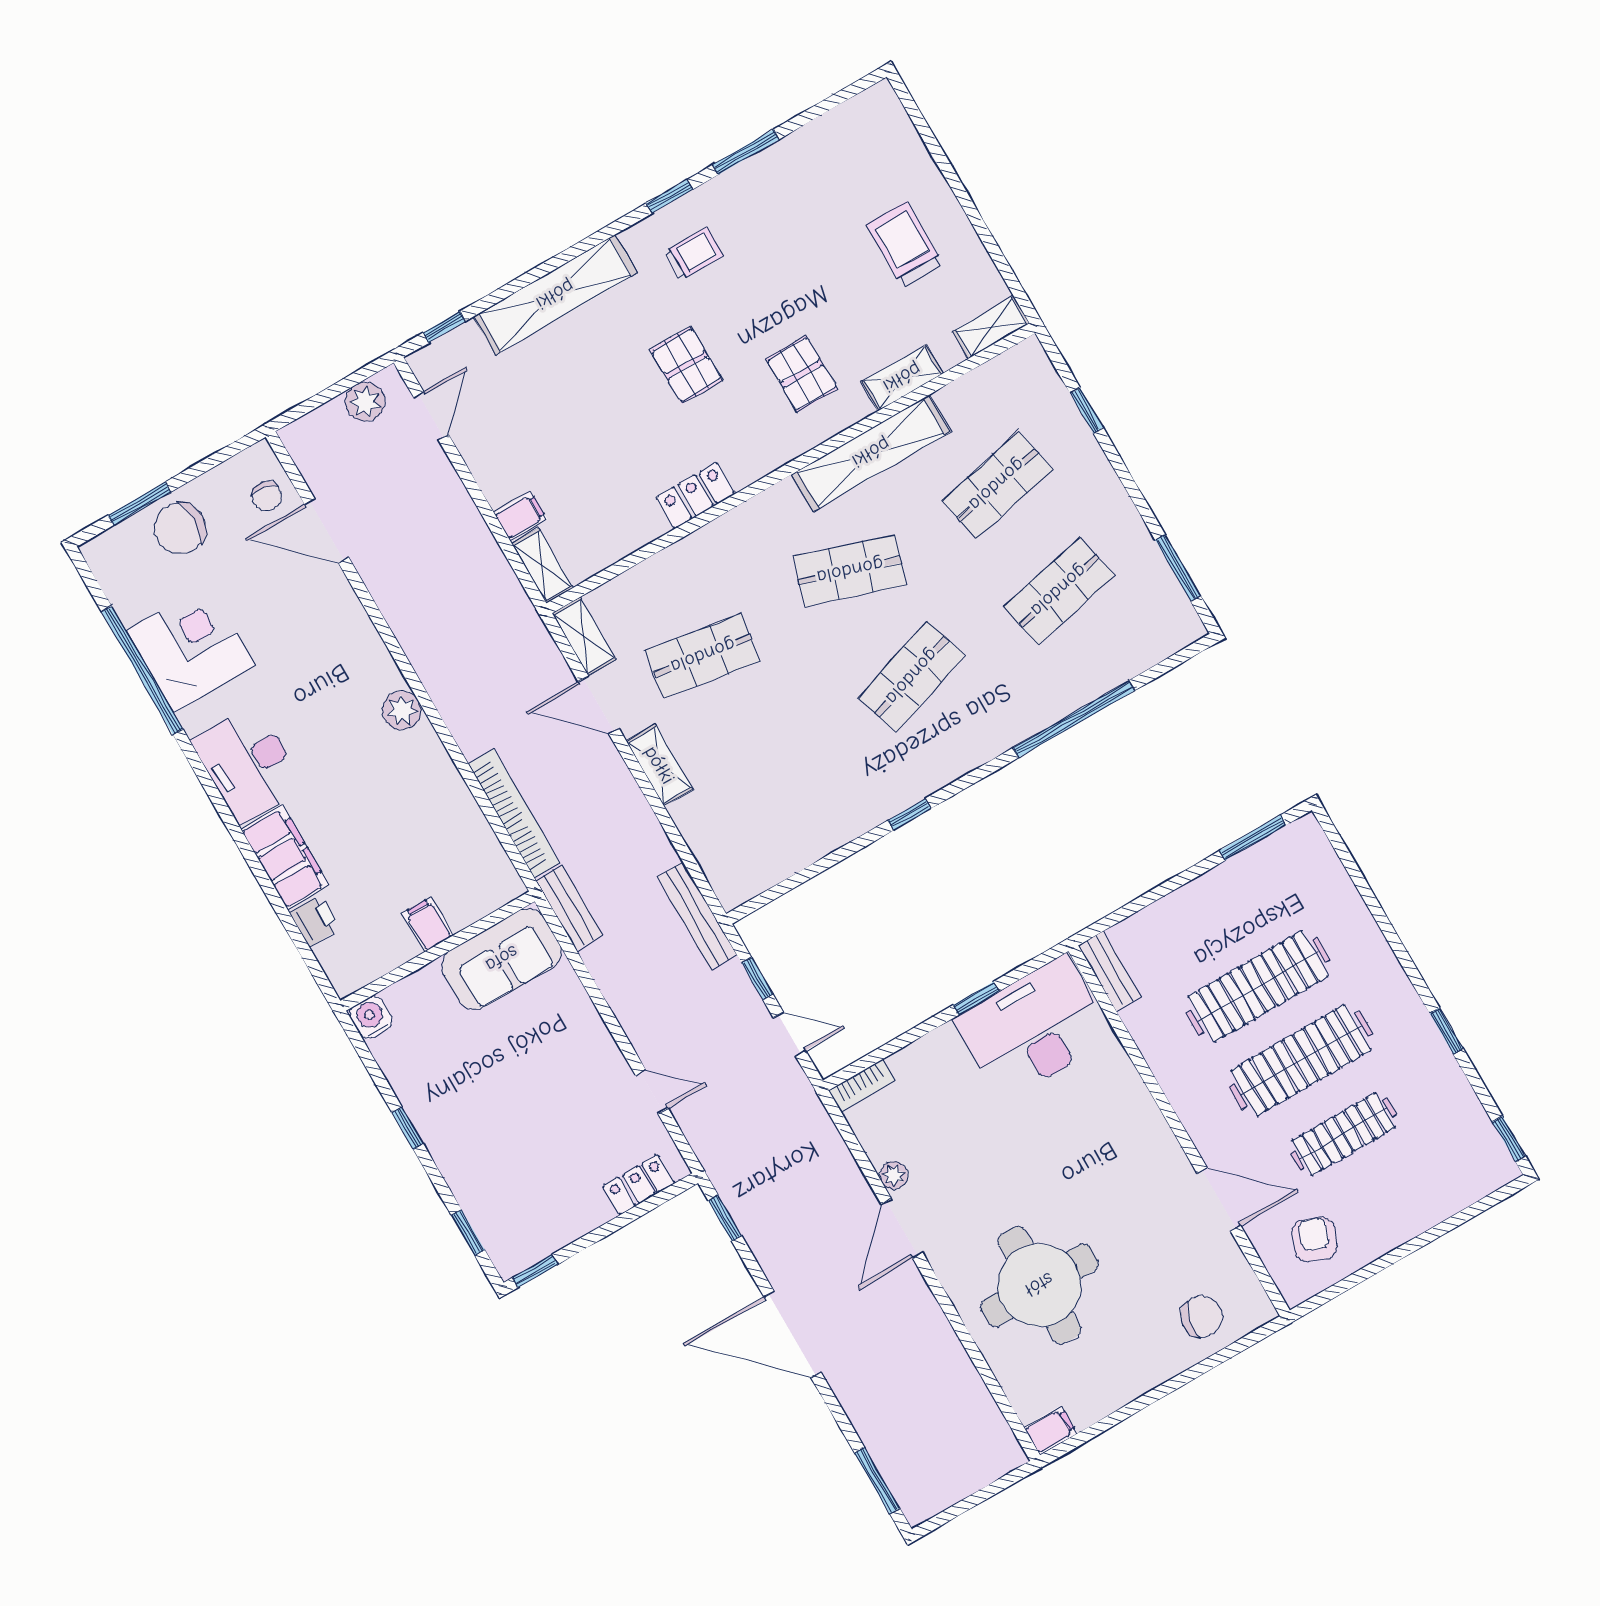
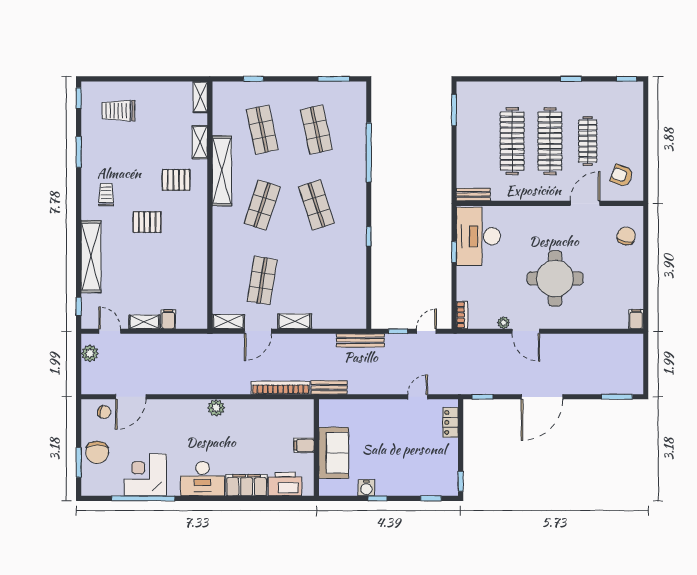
window: (670, 196) -> (79, 98), moved
trolley: (905, 244) -> (118, 111), moved
locker: (696, 495) -> (199, 248), removed
shelving: (542, 566) -> (144, 322), moved
printer: (315, 921) -> (285, 484), width x1.87, depth x1.48
sofa: (502, 959) -> (334, 453), moved
water cooler: (371, 1017) -> (366, 488), moved, turned -90
round table: (1039, 1285) -> (555, 278), moved

